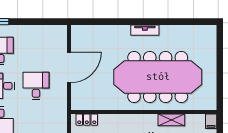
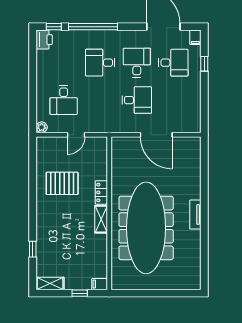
locker: (87, 120) -> (101, 192), moved
shelving: (171, 120) -> (101, 219), moved

